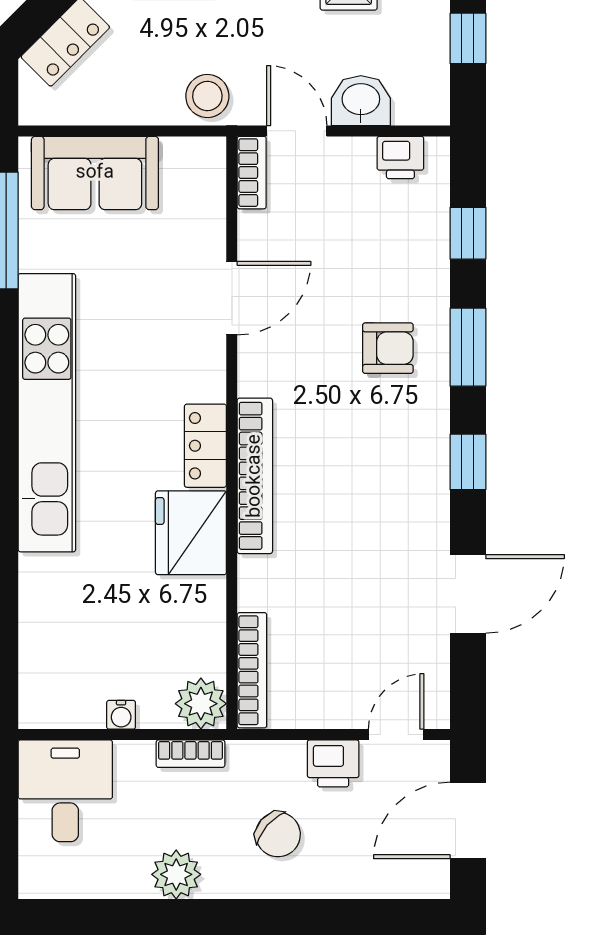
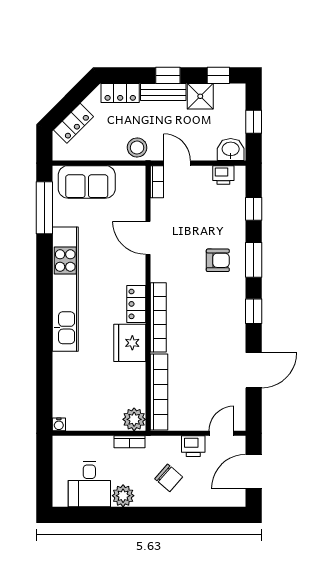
washbasin: (361, 101) -> (231, 150), moved
door: (232, 298) -> (148, 238), swing flipped
bookcase: (252, 670) -> (159, 392), width x1.48, depth x1.31
water cooler: (121, 715) -> (59, 424), moved
desk: (65, 791) -> (89, 484), moved, turned 180

